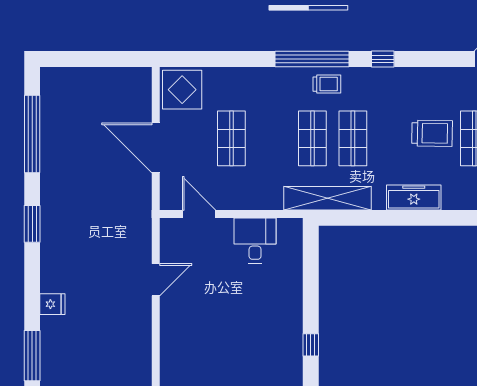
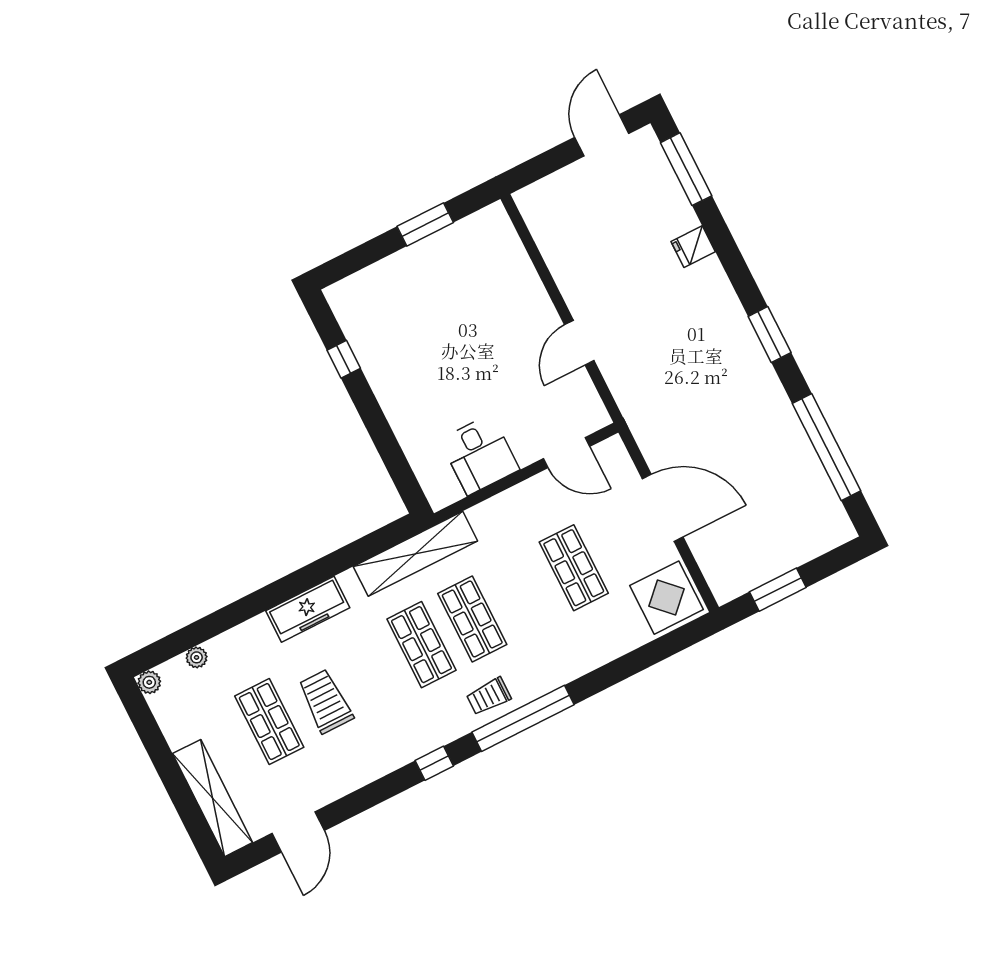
window: (109, 59) -> (778, 590), added
trolley: (432, 133) -> (326, 701), turned 89

